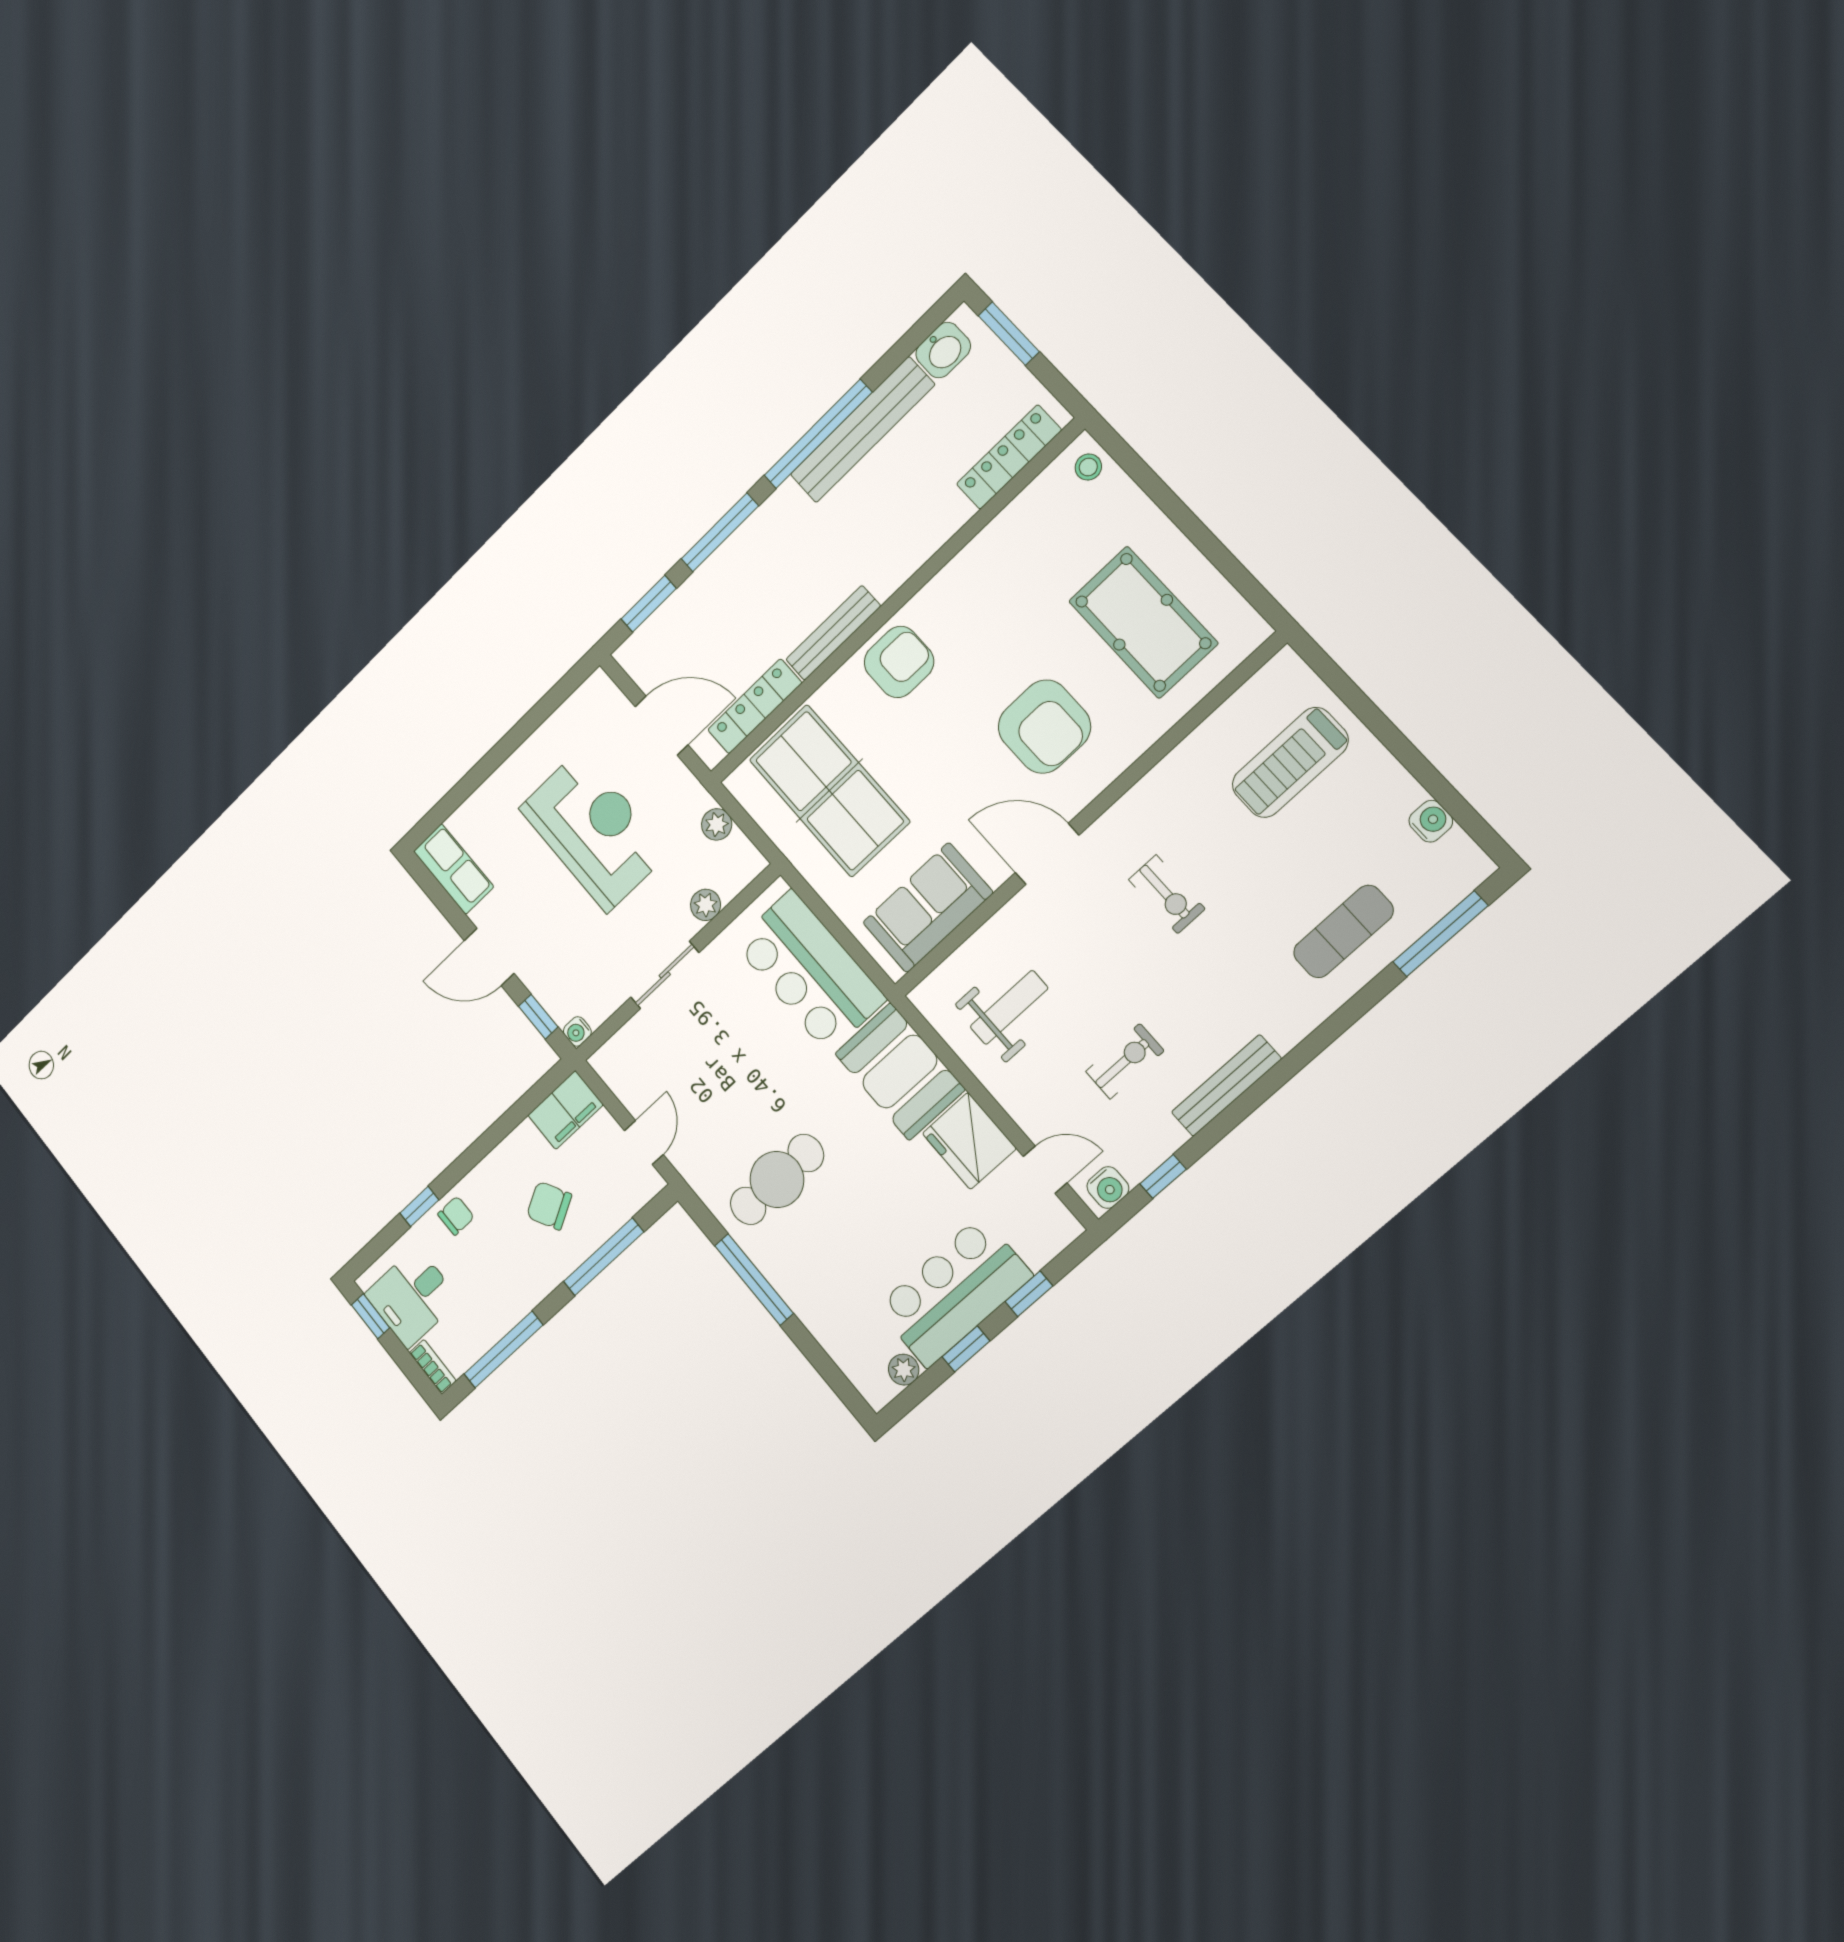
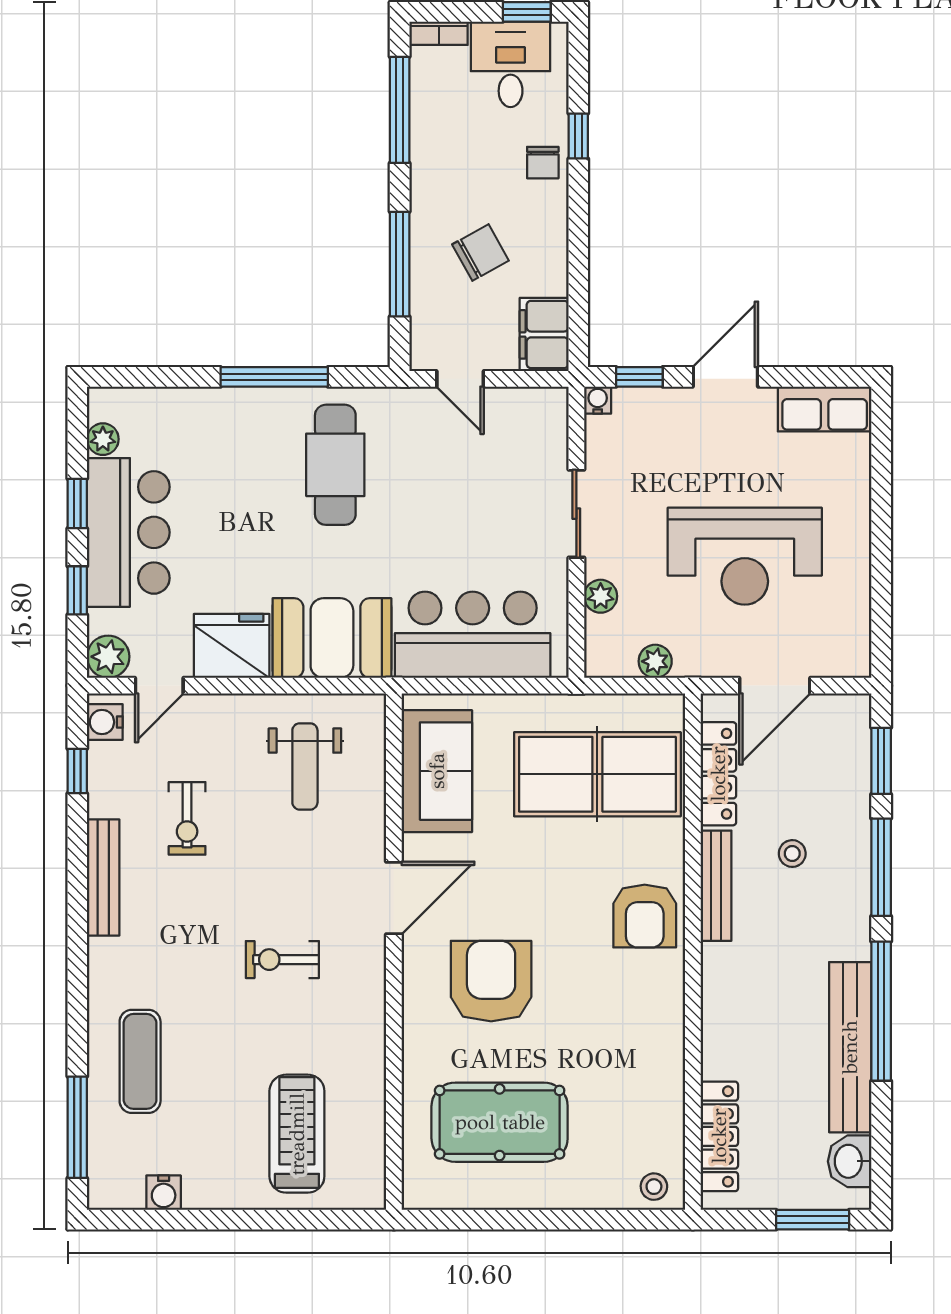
stool: (764, 602) -> (792, 854), added
armchair: (1044, 727) -> (491, 981), turned 90
plant: (1057, 1227) -> (108, 657), added

